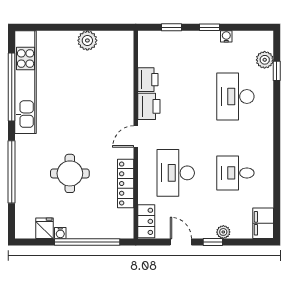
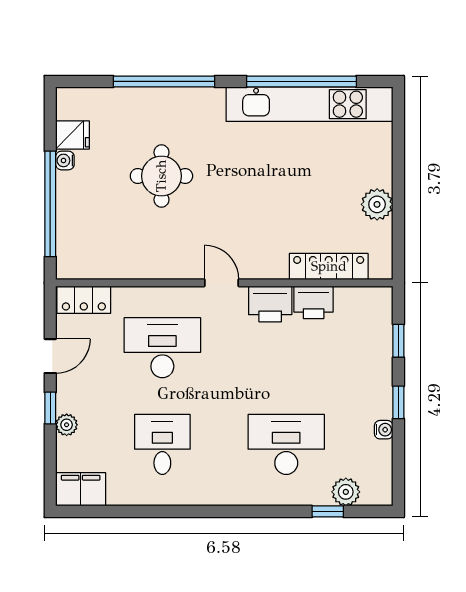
locker: (126, 184) -> (329, 266), moved

